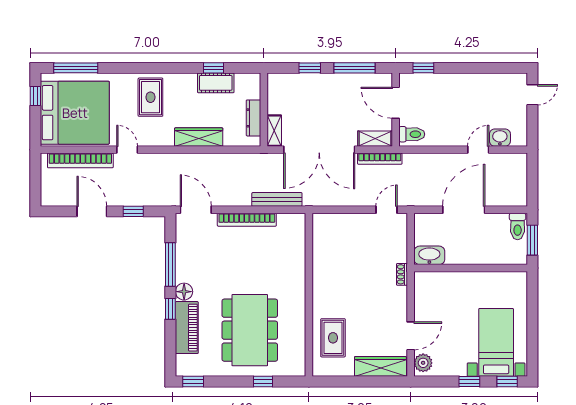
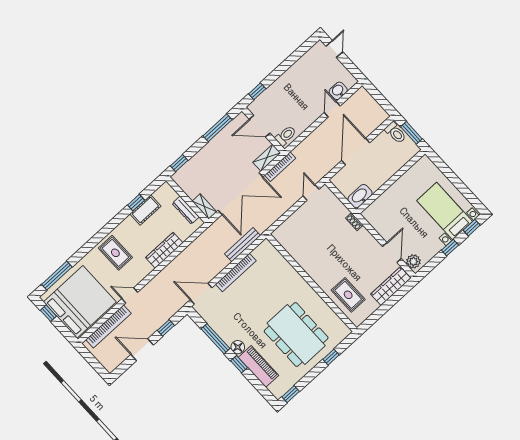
window: (310, 68) -> (179, 163), moved

